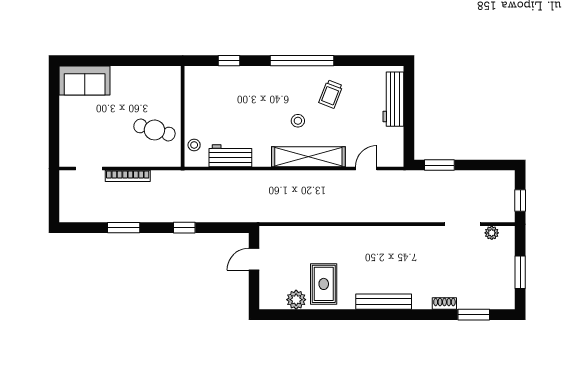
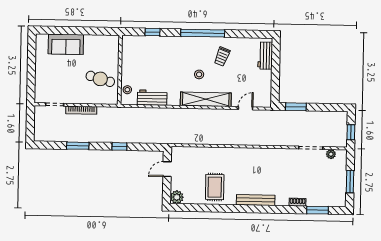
sofa: (85, 81) -> (66, 44), moved
workbench: (393, 99) -> (265, 56), width x0.73
plant: (296, 300) -> (177, 197), moved

